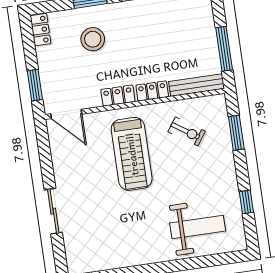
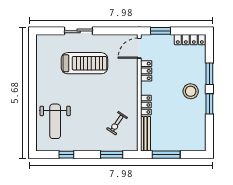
locker: (41, 30) -> (190, 40), width x1.53
stool: (93, 39) -> (191, 91), moved
locker: (118, 96) -> (146, 71), moved
treadmill: (132, 154) -> (84, 63), moved, turned 180

